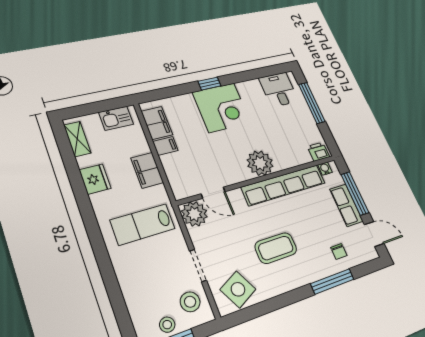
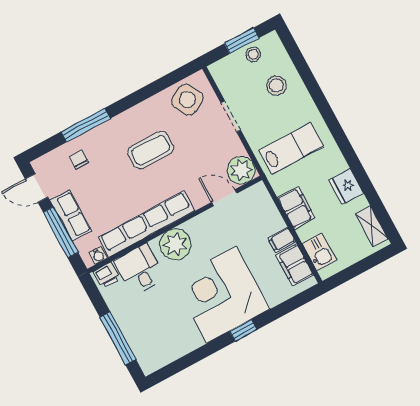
desk: (279, 90) -> (140, 269), moved, turned 180
corner desk: (222, 107) -> (221, 295), width x1.36, depth x1.36
kitchen sink: (116, 118) -> (319, 252), moved, turned 90
stool: (190, 302) -> (276, 85), moved

